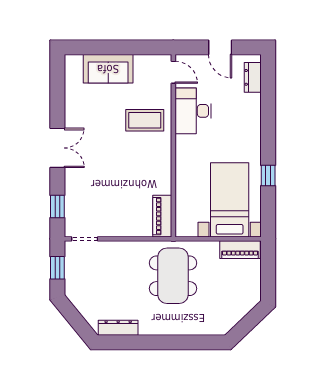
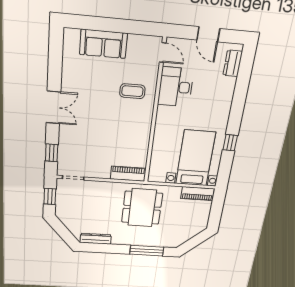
coffee table: (145, 120) -> (132, 91), width x0.73, depth x0.77
piano: (162, 216) -> (128, 174), moved, turned 90
window: (187, 342) -> (147, 251), added

